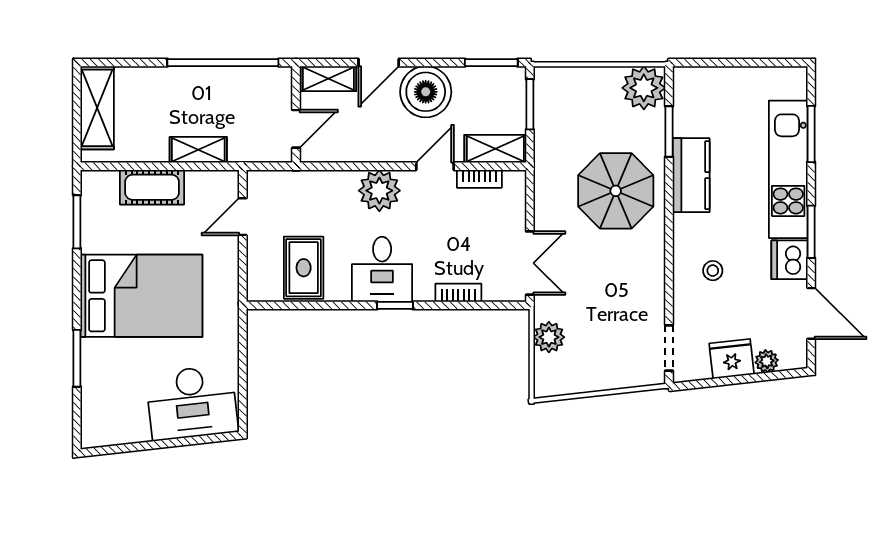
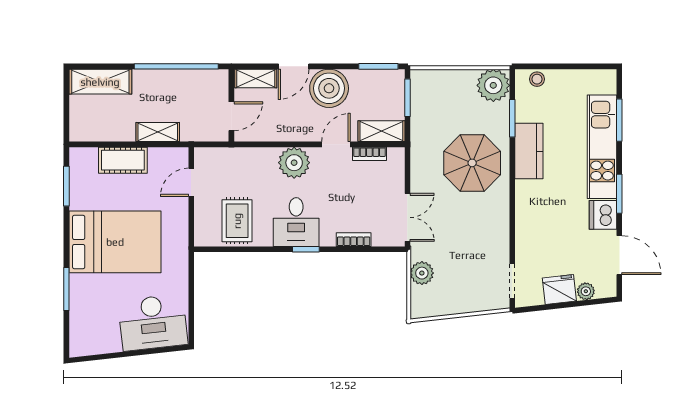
shelving: (97, 108) -> (100, 82), moved, turned 90
stool: (713, 271) -> (537, 79), moved

